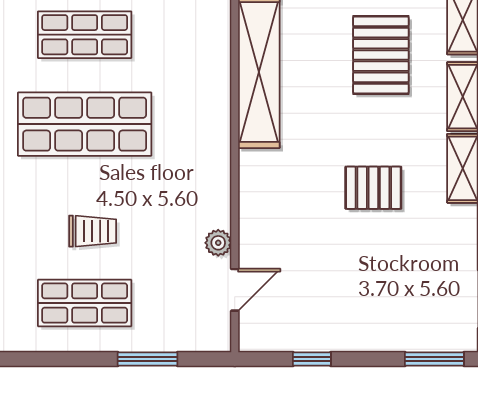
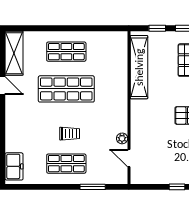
door: (235, 290) -> (129, 158), swing flipped
window: (312, 359) -> (177, 187), moved

